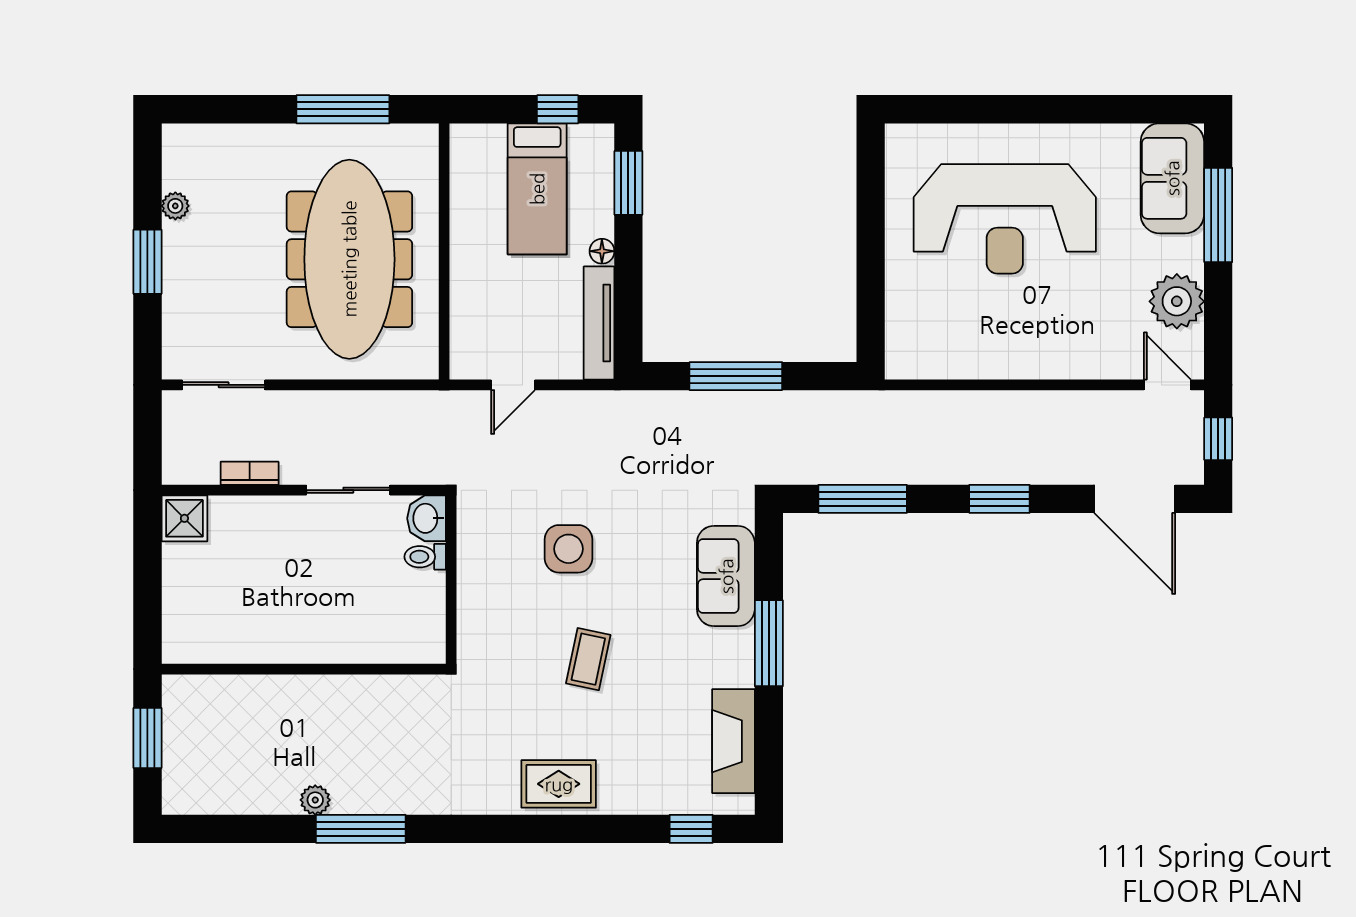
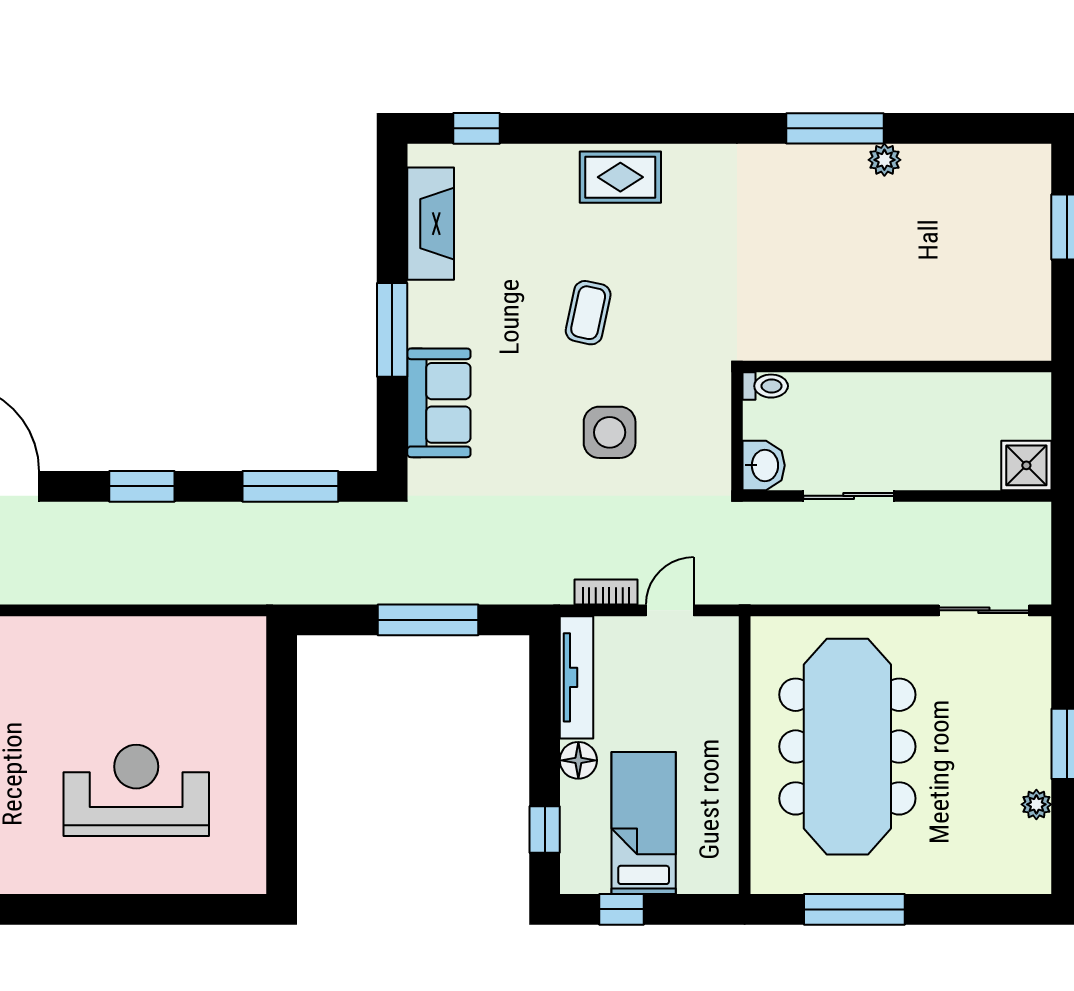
window: (628, 183) -> (545, 829), width x0.67
reception desk: (1005, 219) -> (136, 790), width x0.74, depth x0.77
floor lamp: (602, 251) -> (578, 760), width x1.37, depth x1.37
bookcase: (250, 473) -> (606, 592), moved, turned 180
toilet: (425, 557) -> (765, 386), moved
wall: (304, 669) -> (897, 366), moved

